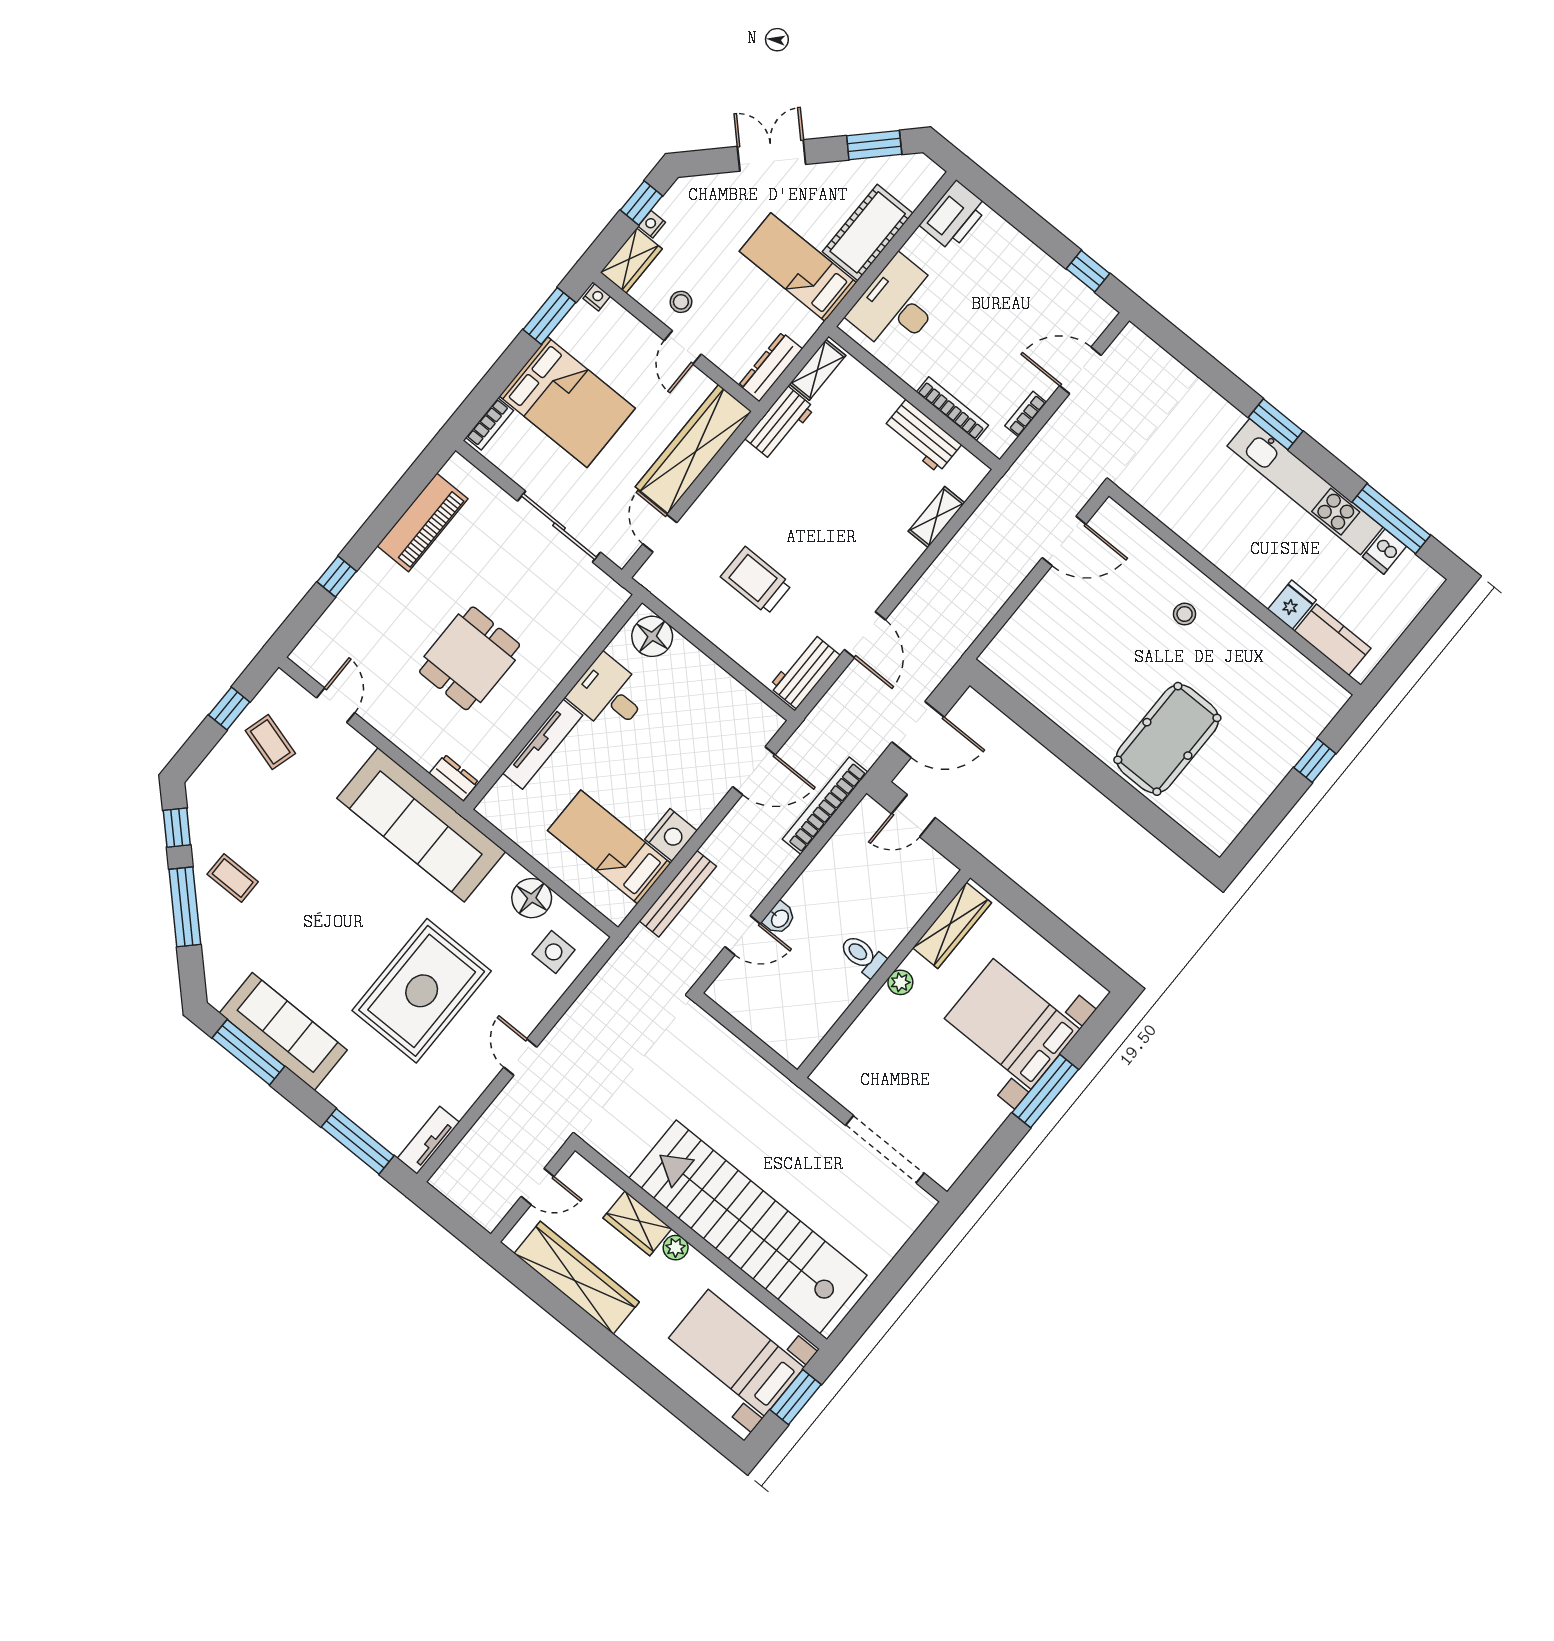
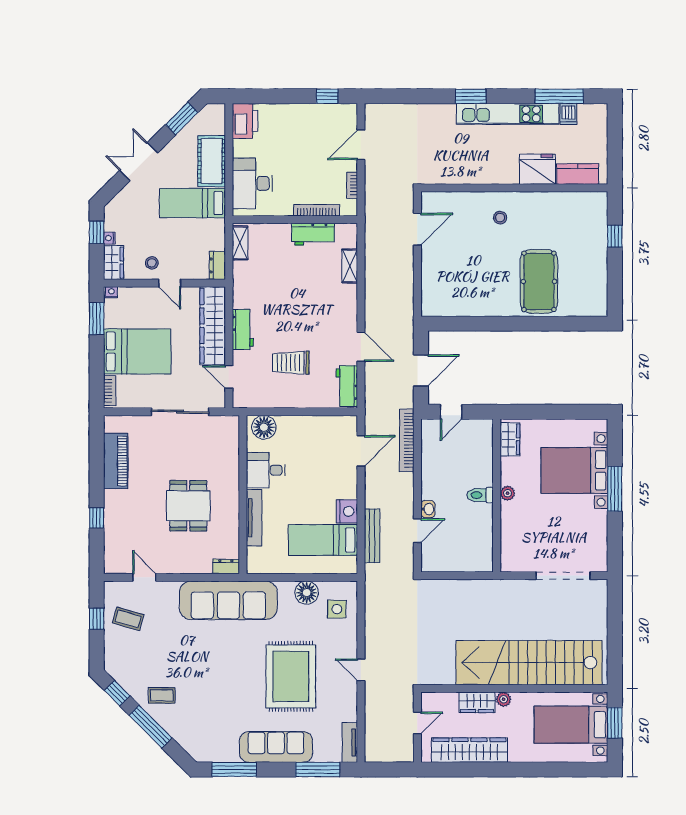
dresser: (770, 367) -> (217, 265), width x0.70
workbench: (780, 423) -> (243, 329), moved
fridge: (1292, 605) -> (537, 169), width x1.88, depth x1.34
wardrobe: (952, 925) -> (510, 439), width x0.67
sofa: (283, 1032) -> (276, 747), moved

